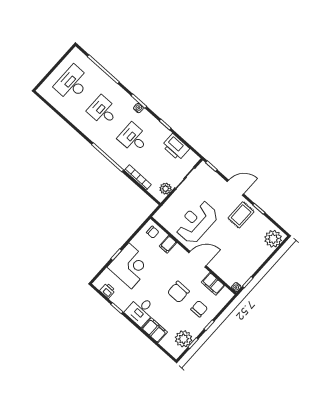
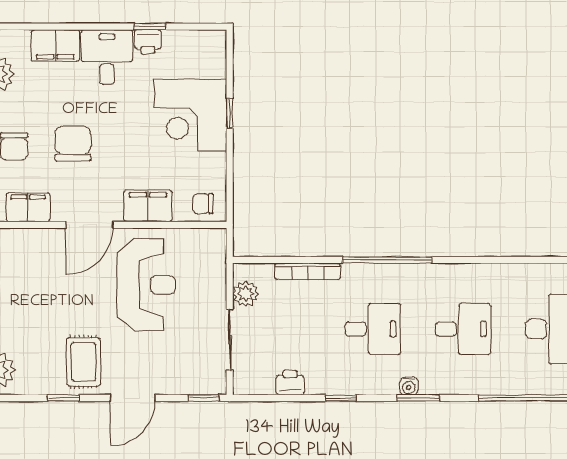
printer: (176, 147) -> (290, 383), width x0.53, depth x0.68
filing cabinet: (168, 244) -> (148, 206), width x2.00
printer: (108, 291) -> (148, 42), moved

